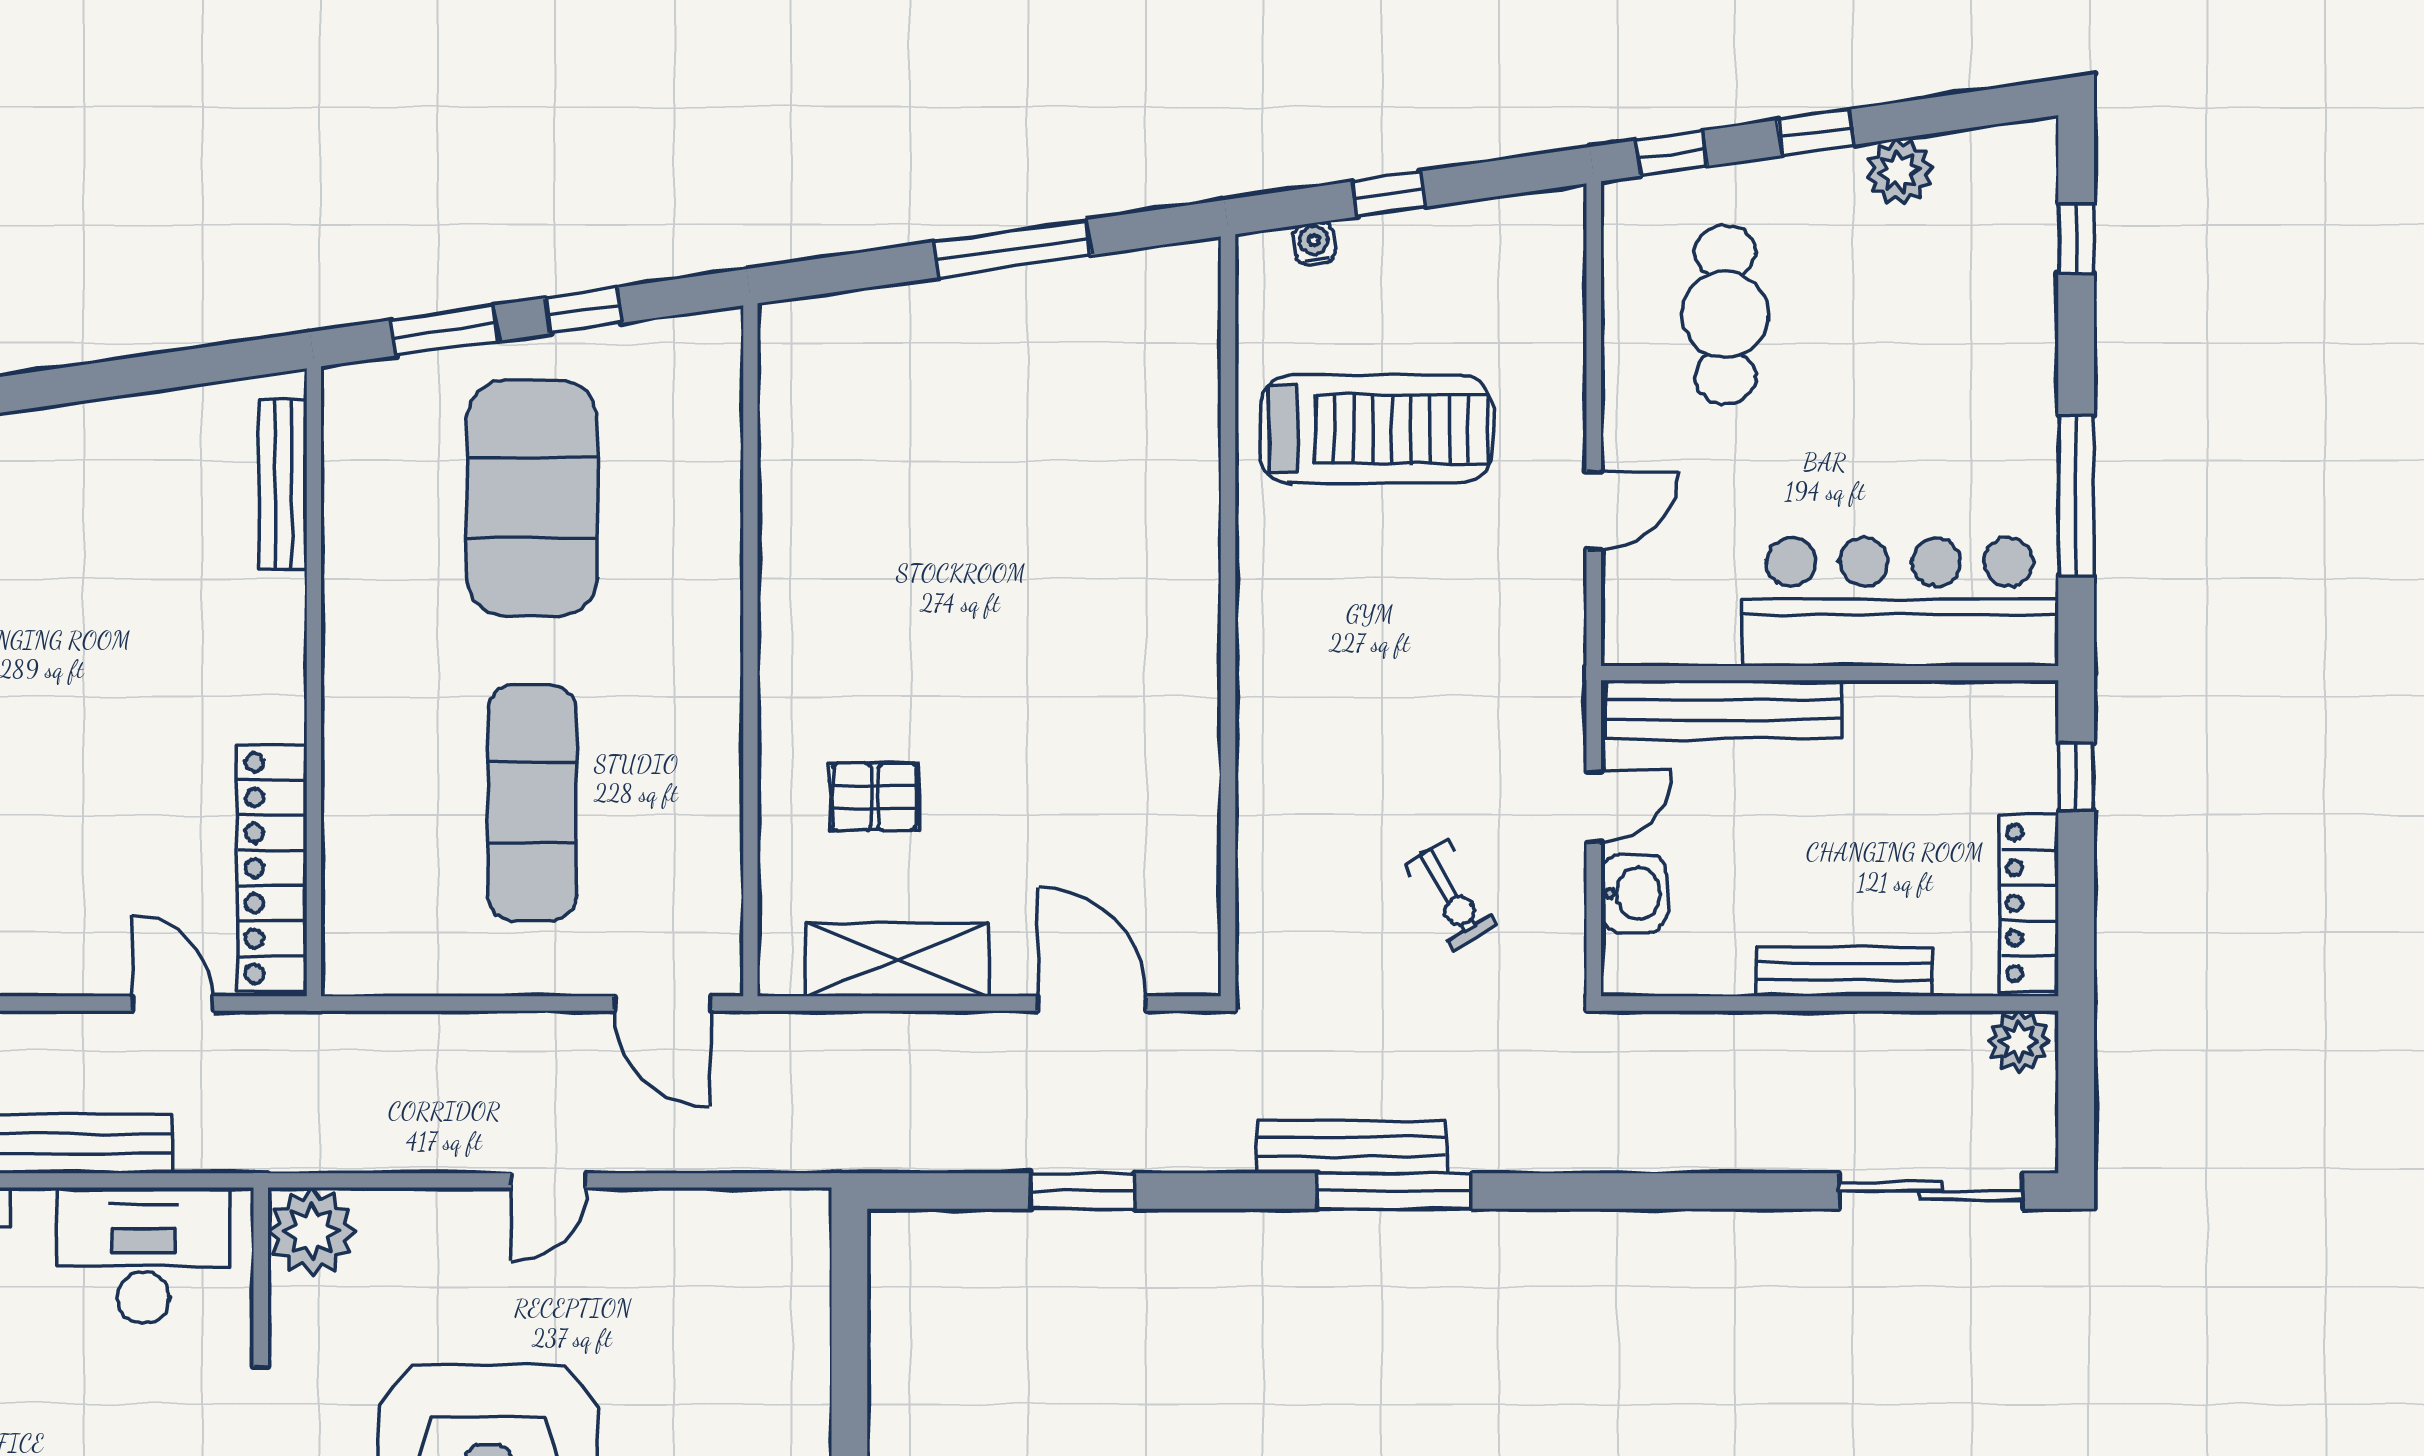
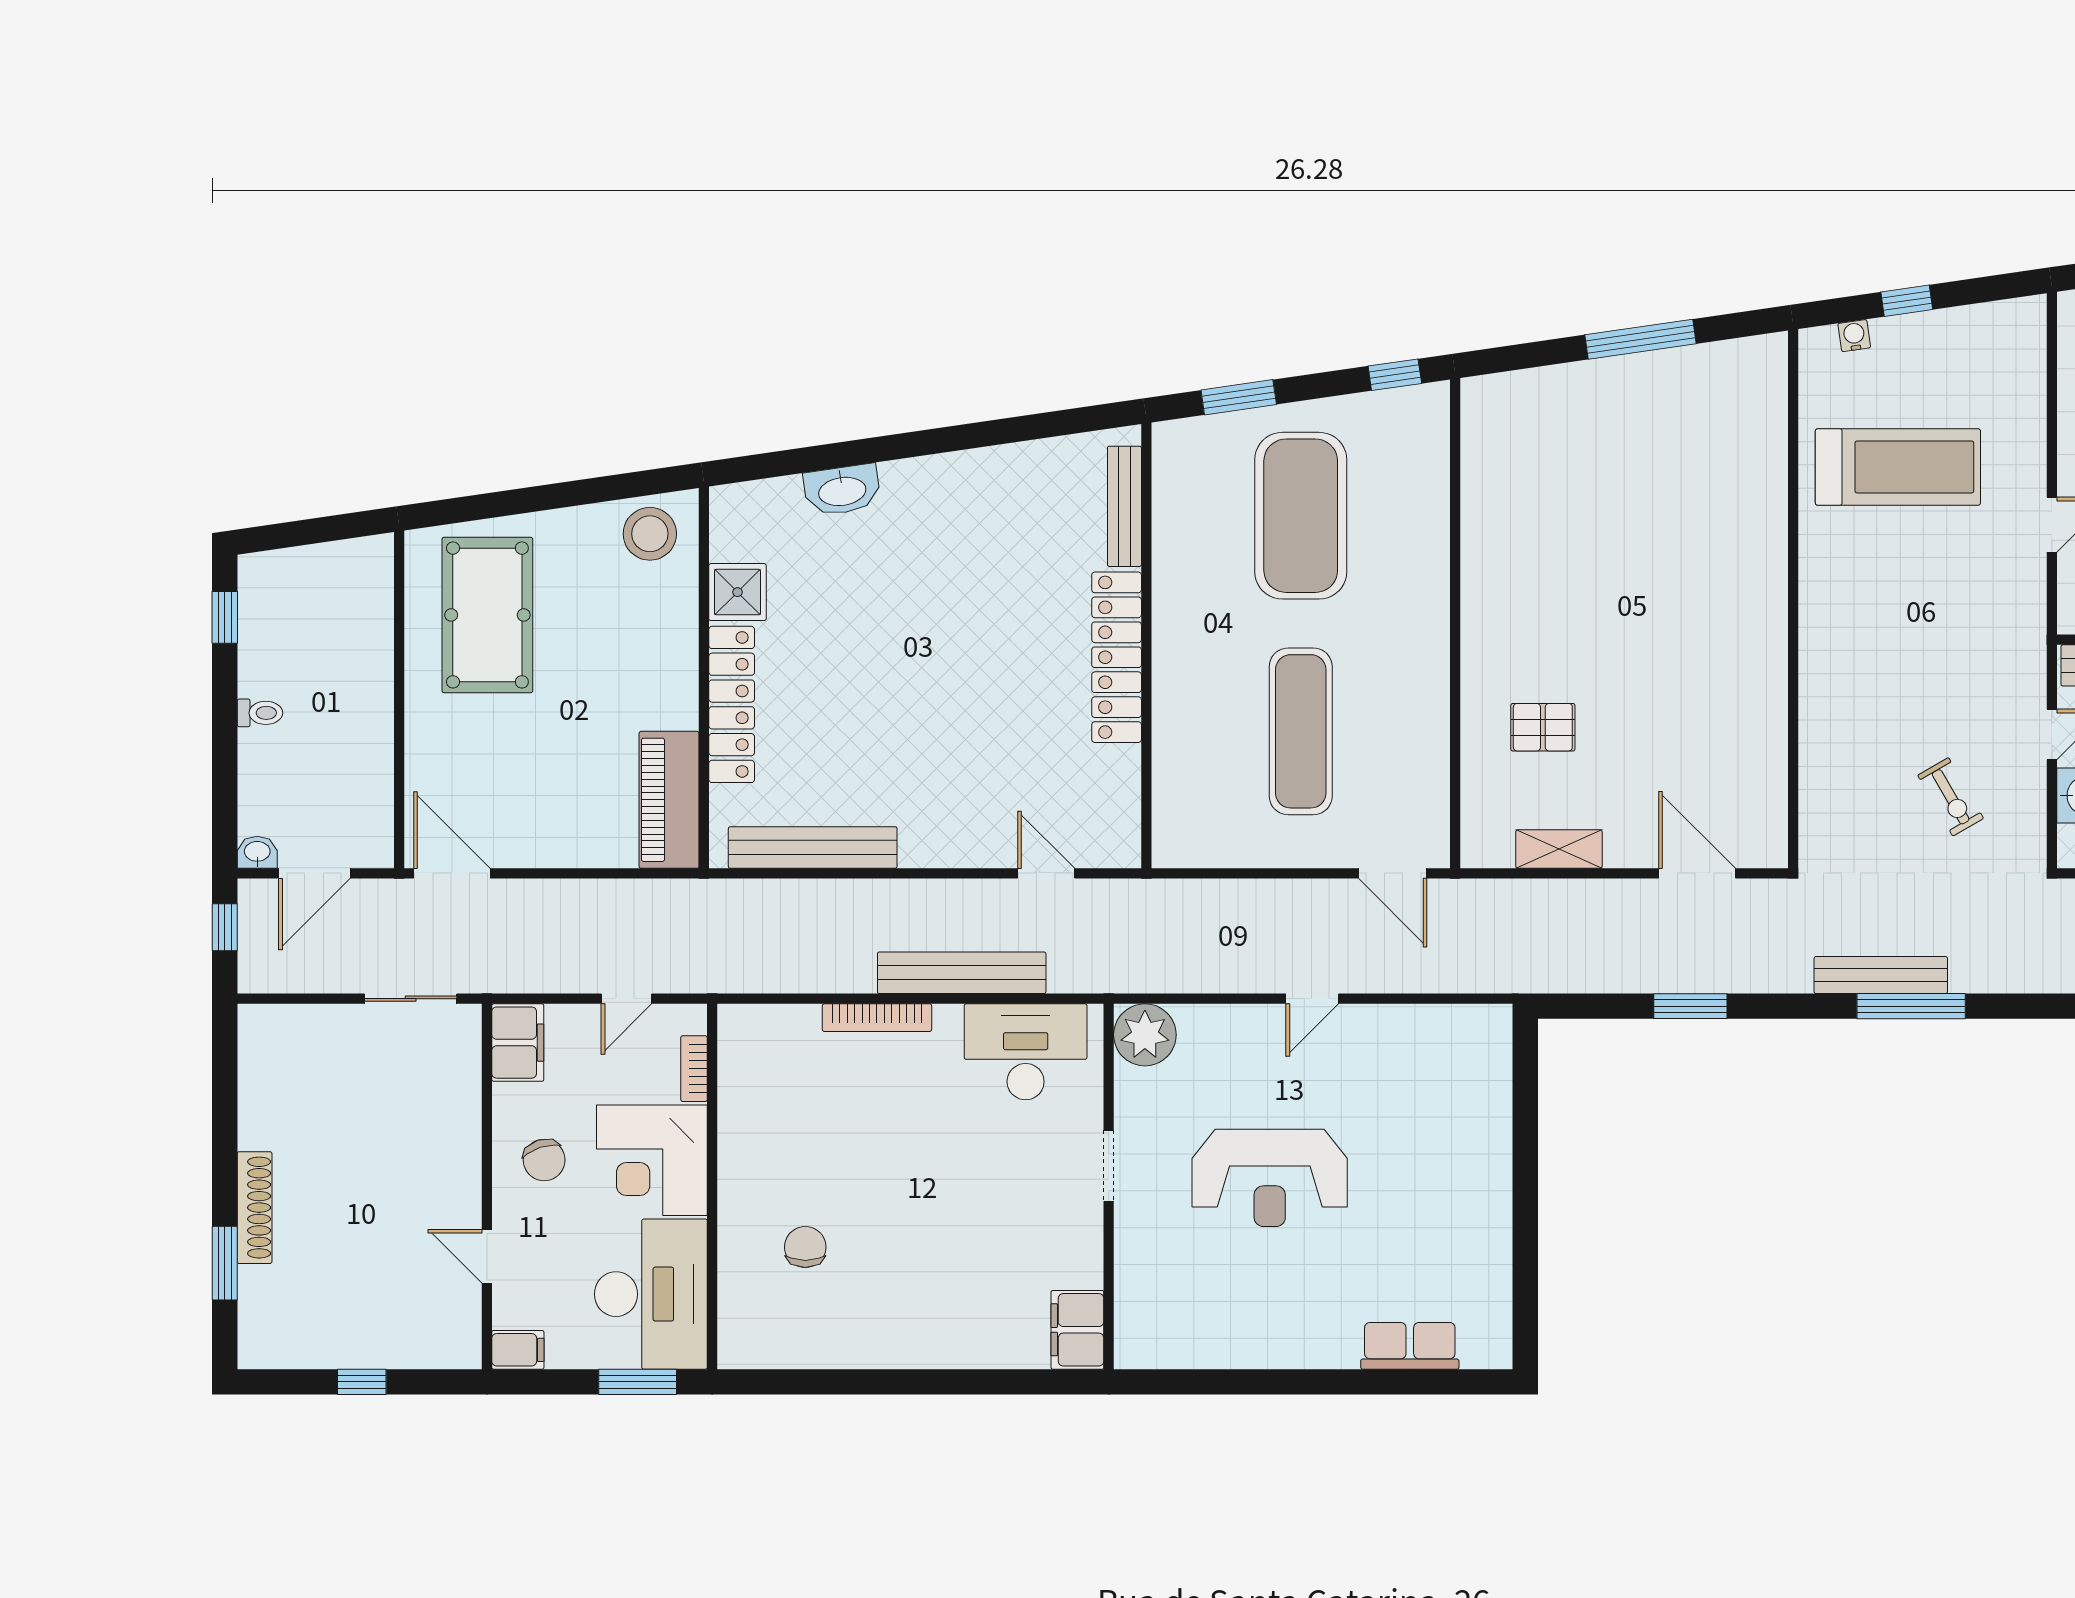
window: (583, 311) -> (1395, 375), moved
locker: (272, 868) -> (1117, 657), moved
shelving: (897, 960) -> (1559, 849), width x0.67, depth x0.75

